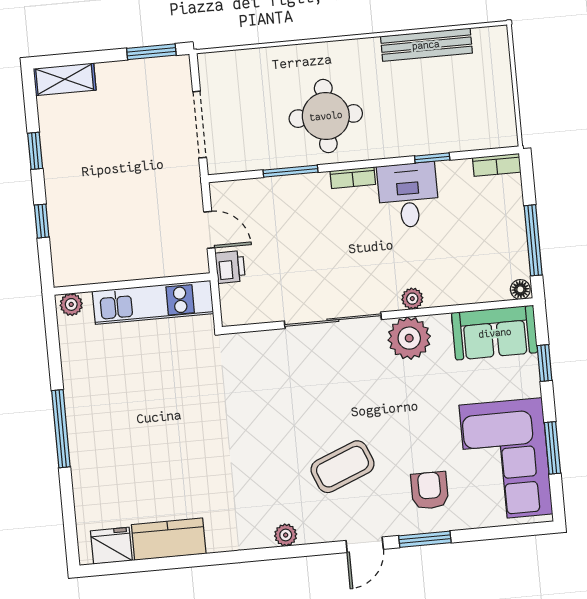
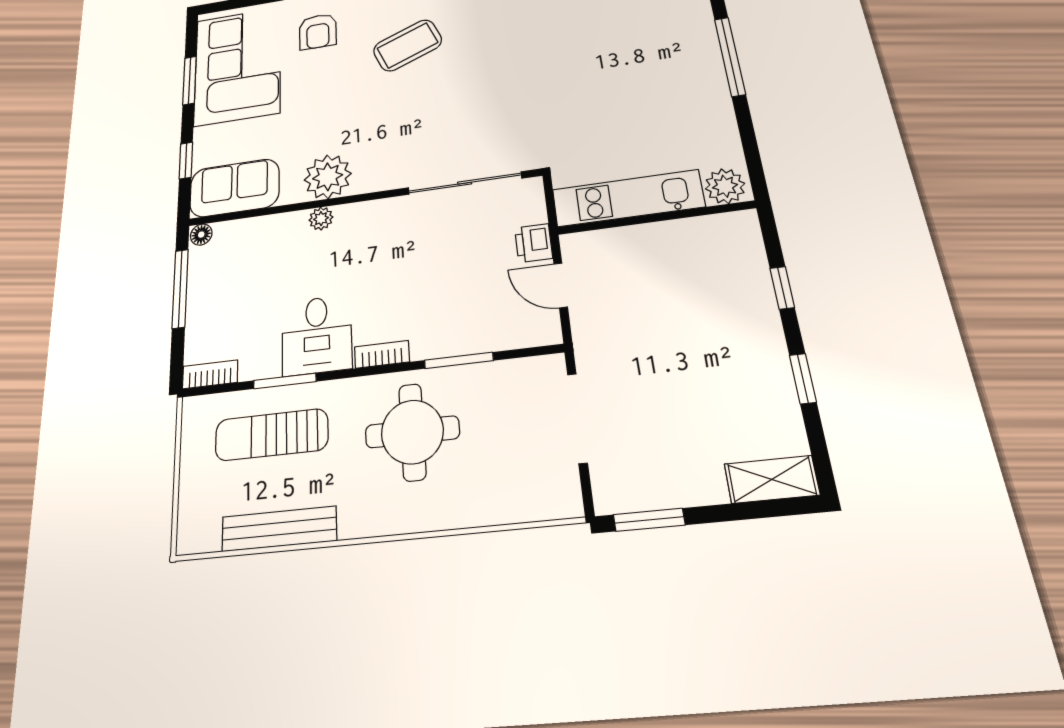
sun lounger: (439, 115) -> (271, 435), added
window: (432, 158) -> (285, 381), width x1.50
plant: (71, 304) -> (725, 186), width x1.38, depth x1.38
sliding door: (333, 320) -> (465, 183), moved

